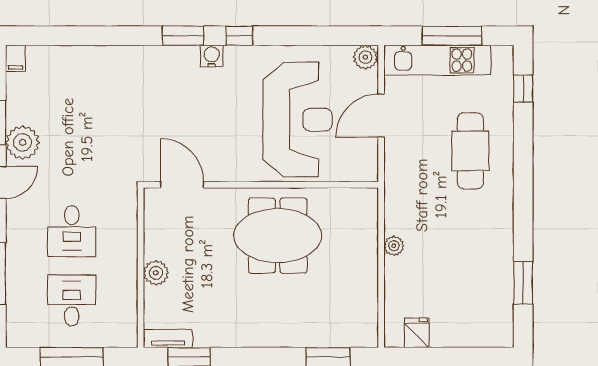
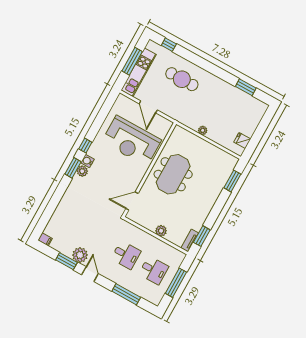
plant: (365, 57) -> (82, 171), moved
reception desk: (298, 120) -> (131, 141), turned 180
desk: (72, 301) -> (154, 270), turned 180

